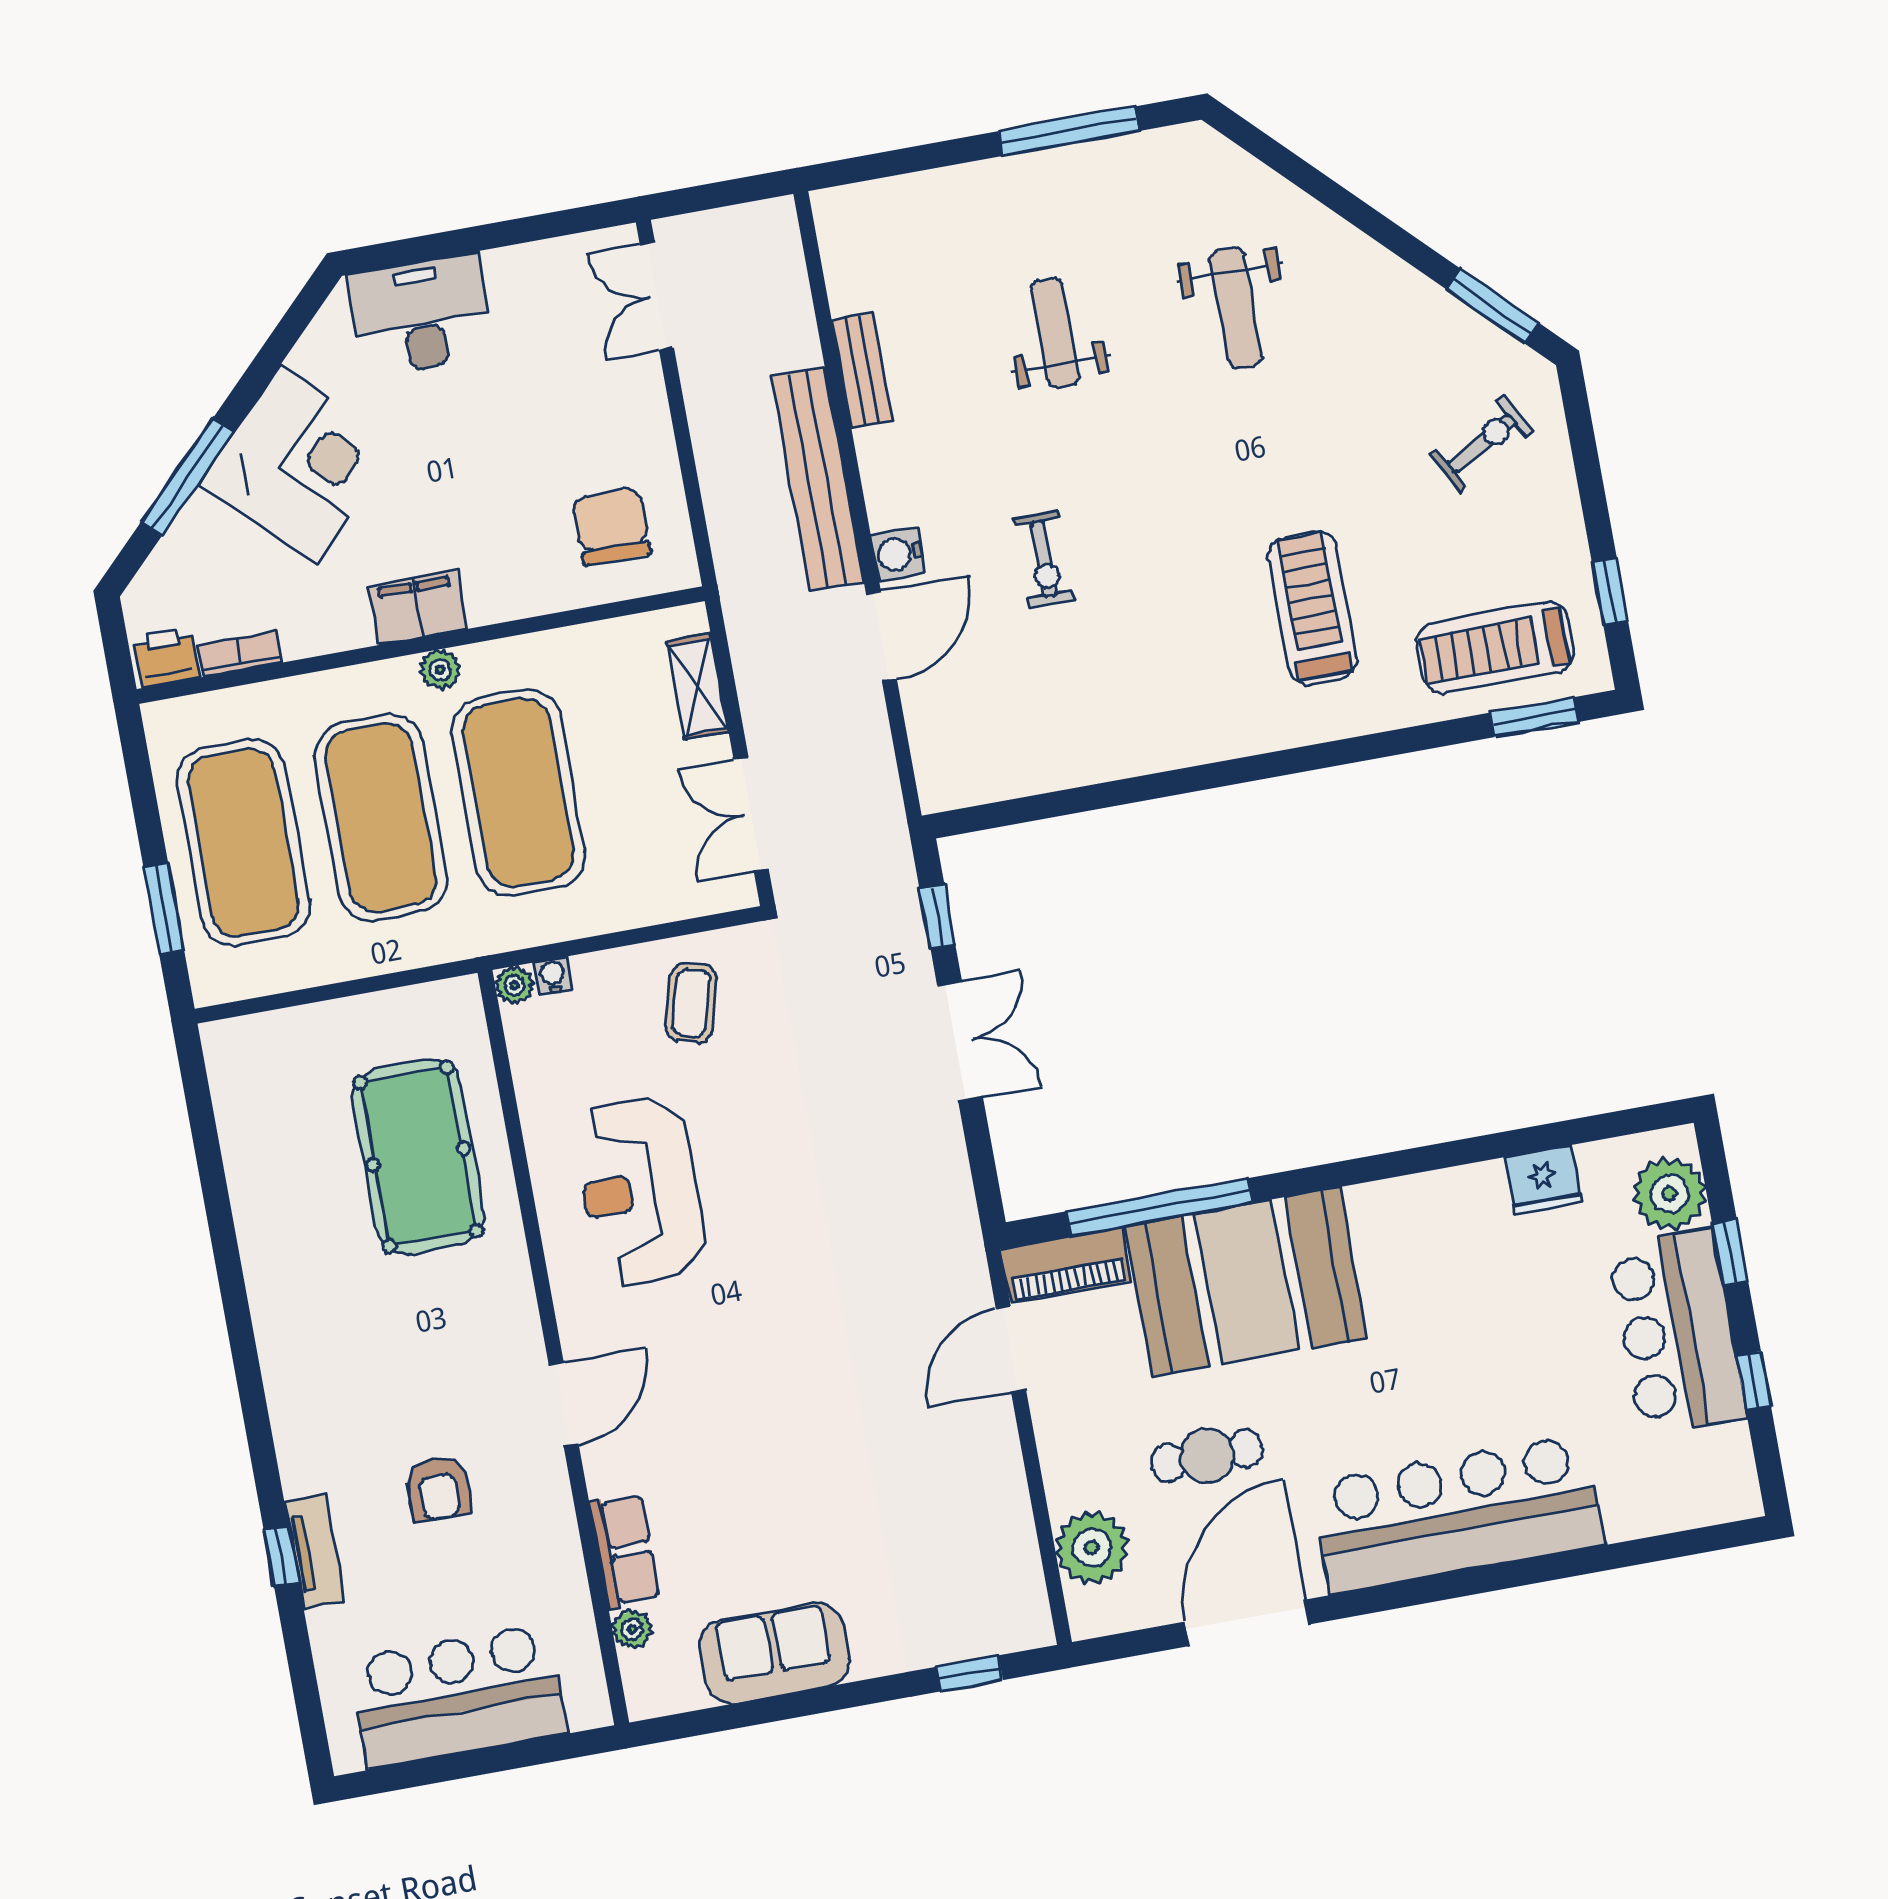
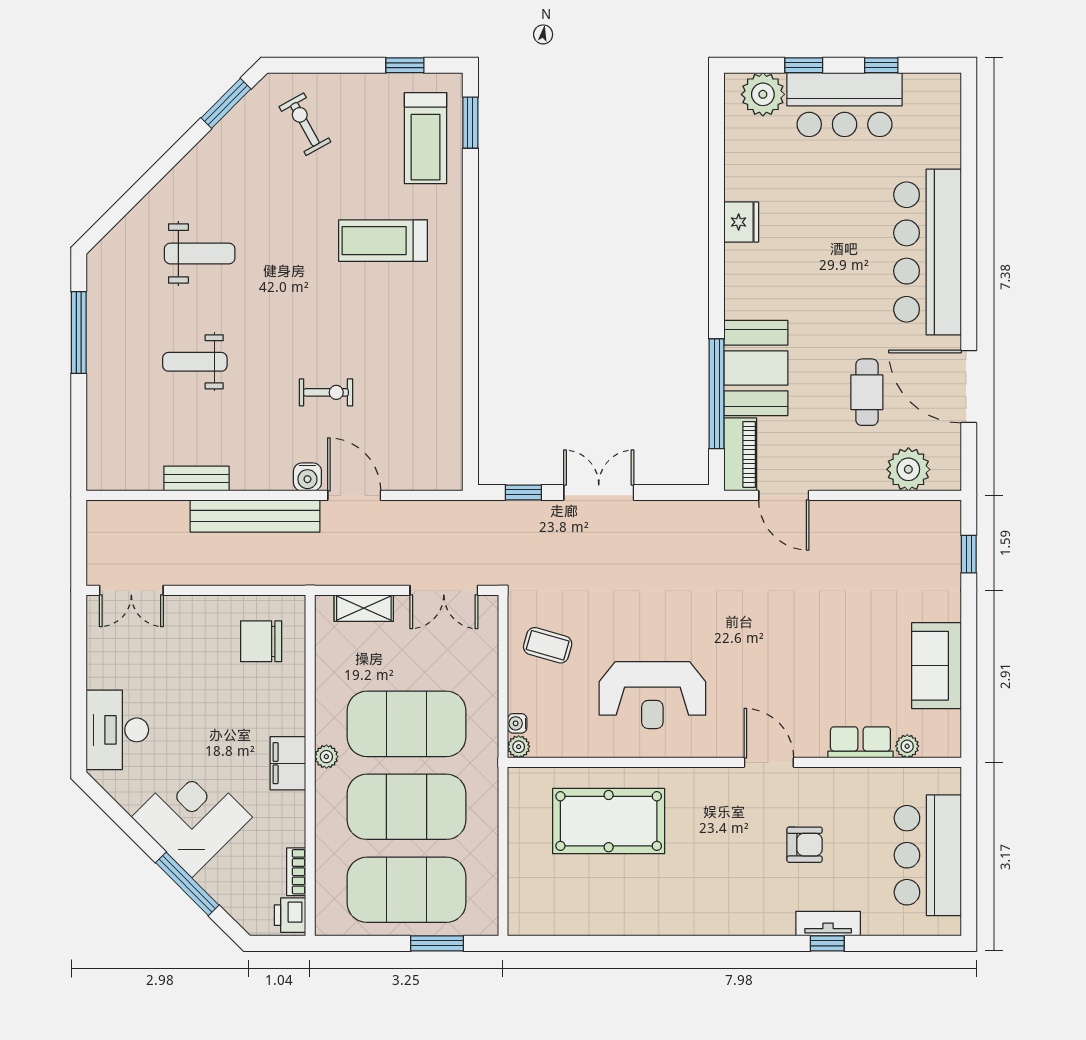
fridge: (1543, 1180) -> (741, 222), moved
booth: (1246, 1282) -> (756, 368), width x0.73, depth x0.70

